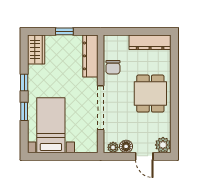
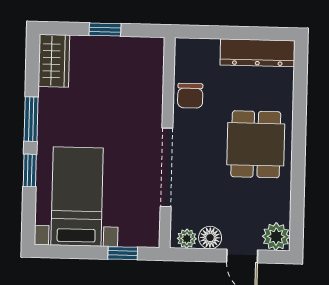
dresser: (90, 56) -> (150, 75), removed
window: (24, 83) -> (31, 119), width x1.50
window: (77, 156) -> (123, 253), added

